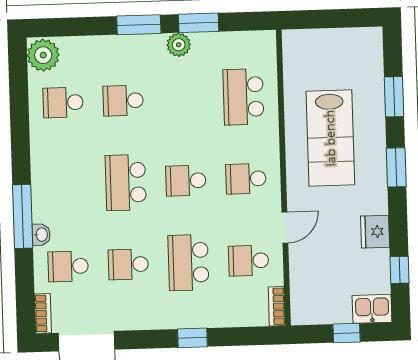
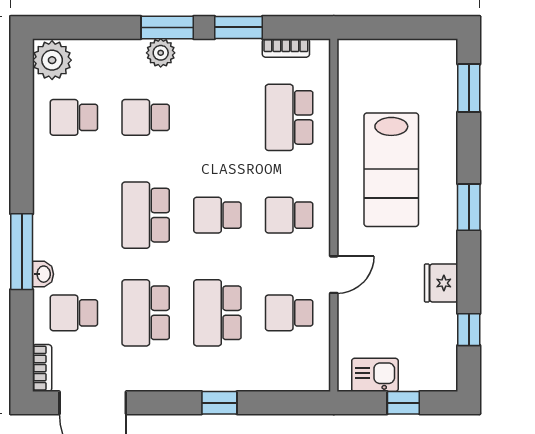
plant: (179, 45) -> (161, 53), moved
window: (394, 97) -> (469, 88), moved
school desk: (128, 264) -> (146, 313), width x1.85
bookcase: (277, 306) -> (286, 48), moved, turned -90
kitchen sink: (372, 309) -> (375, 375), moved

